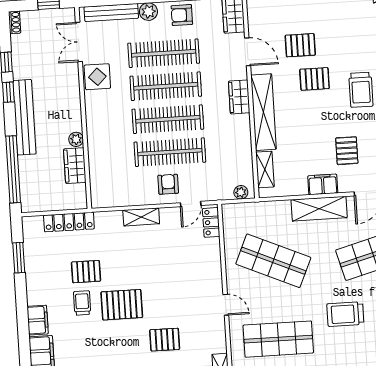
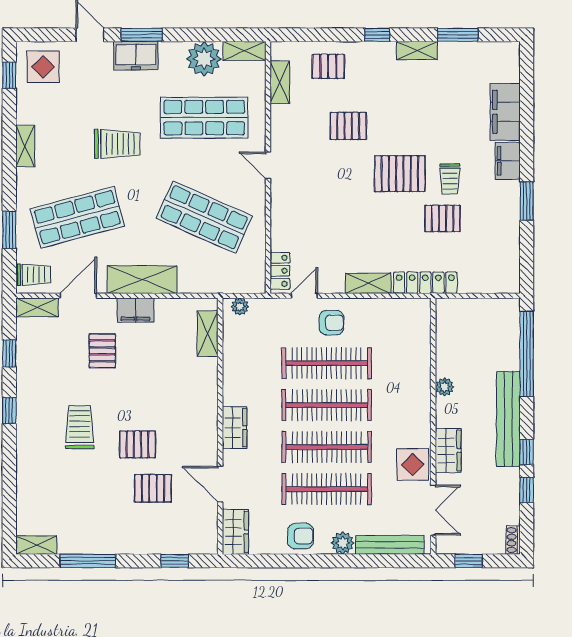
shelving: (264, 112) -> (205, 406), removed
wardrobe: (75, 166) -> (448, 450), moved
armchair: (168, 184) -> (331, 323), turned -90
locker: (69, 222) -> (425, 283), moved
window: (19, 258) -> (527, 201), moved

